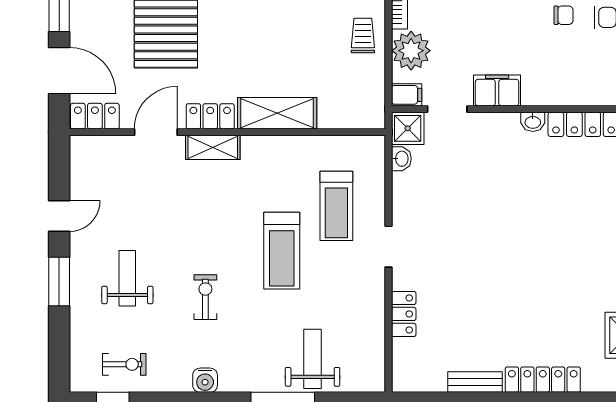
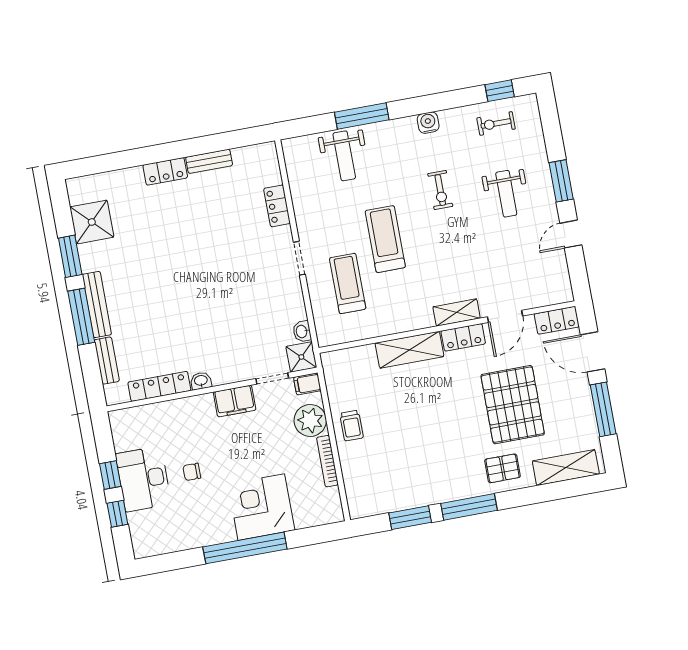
locker: (543, 380) -> (165, 171), width x0.66

